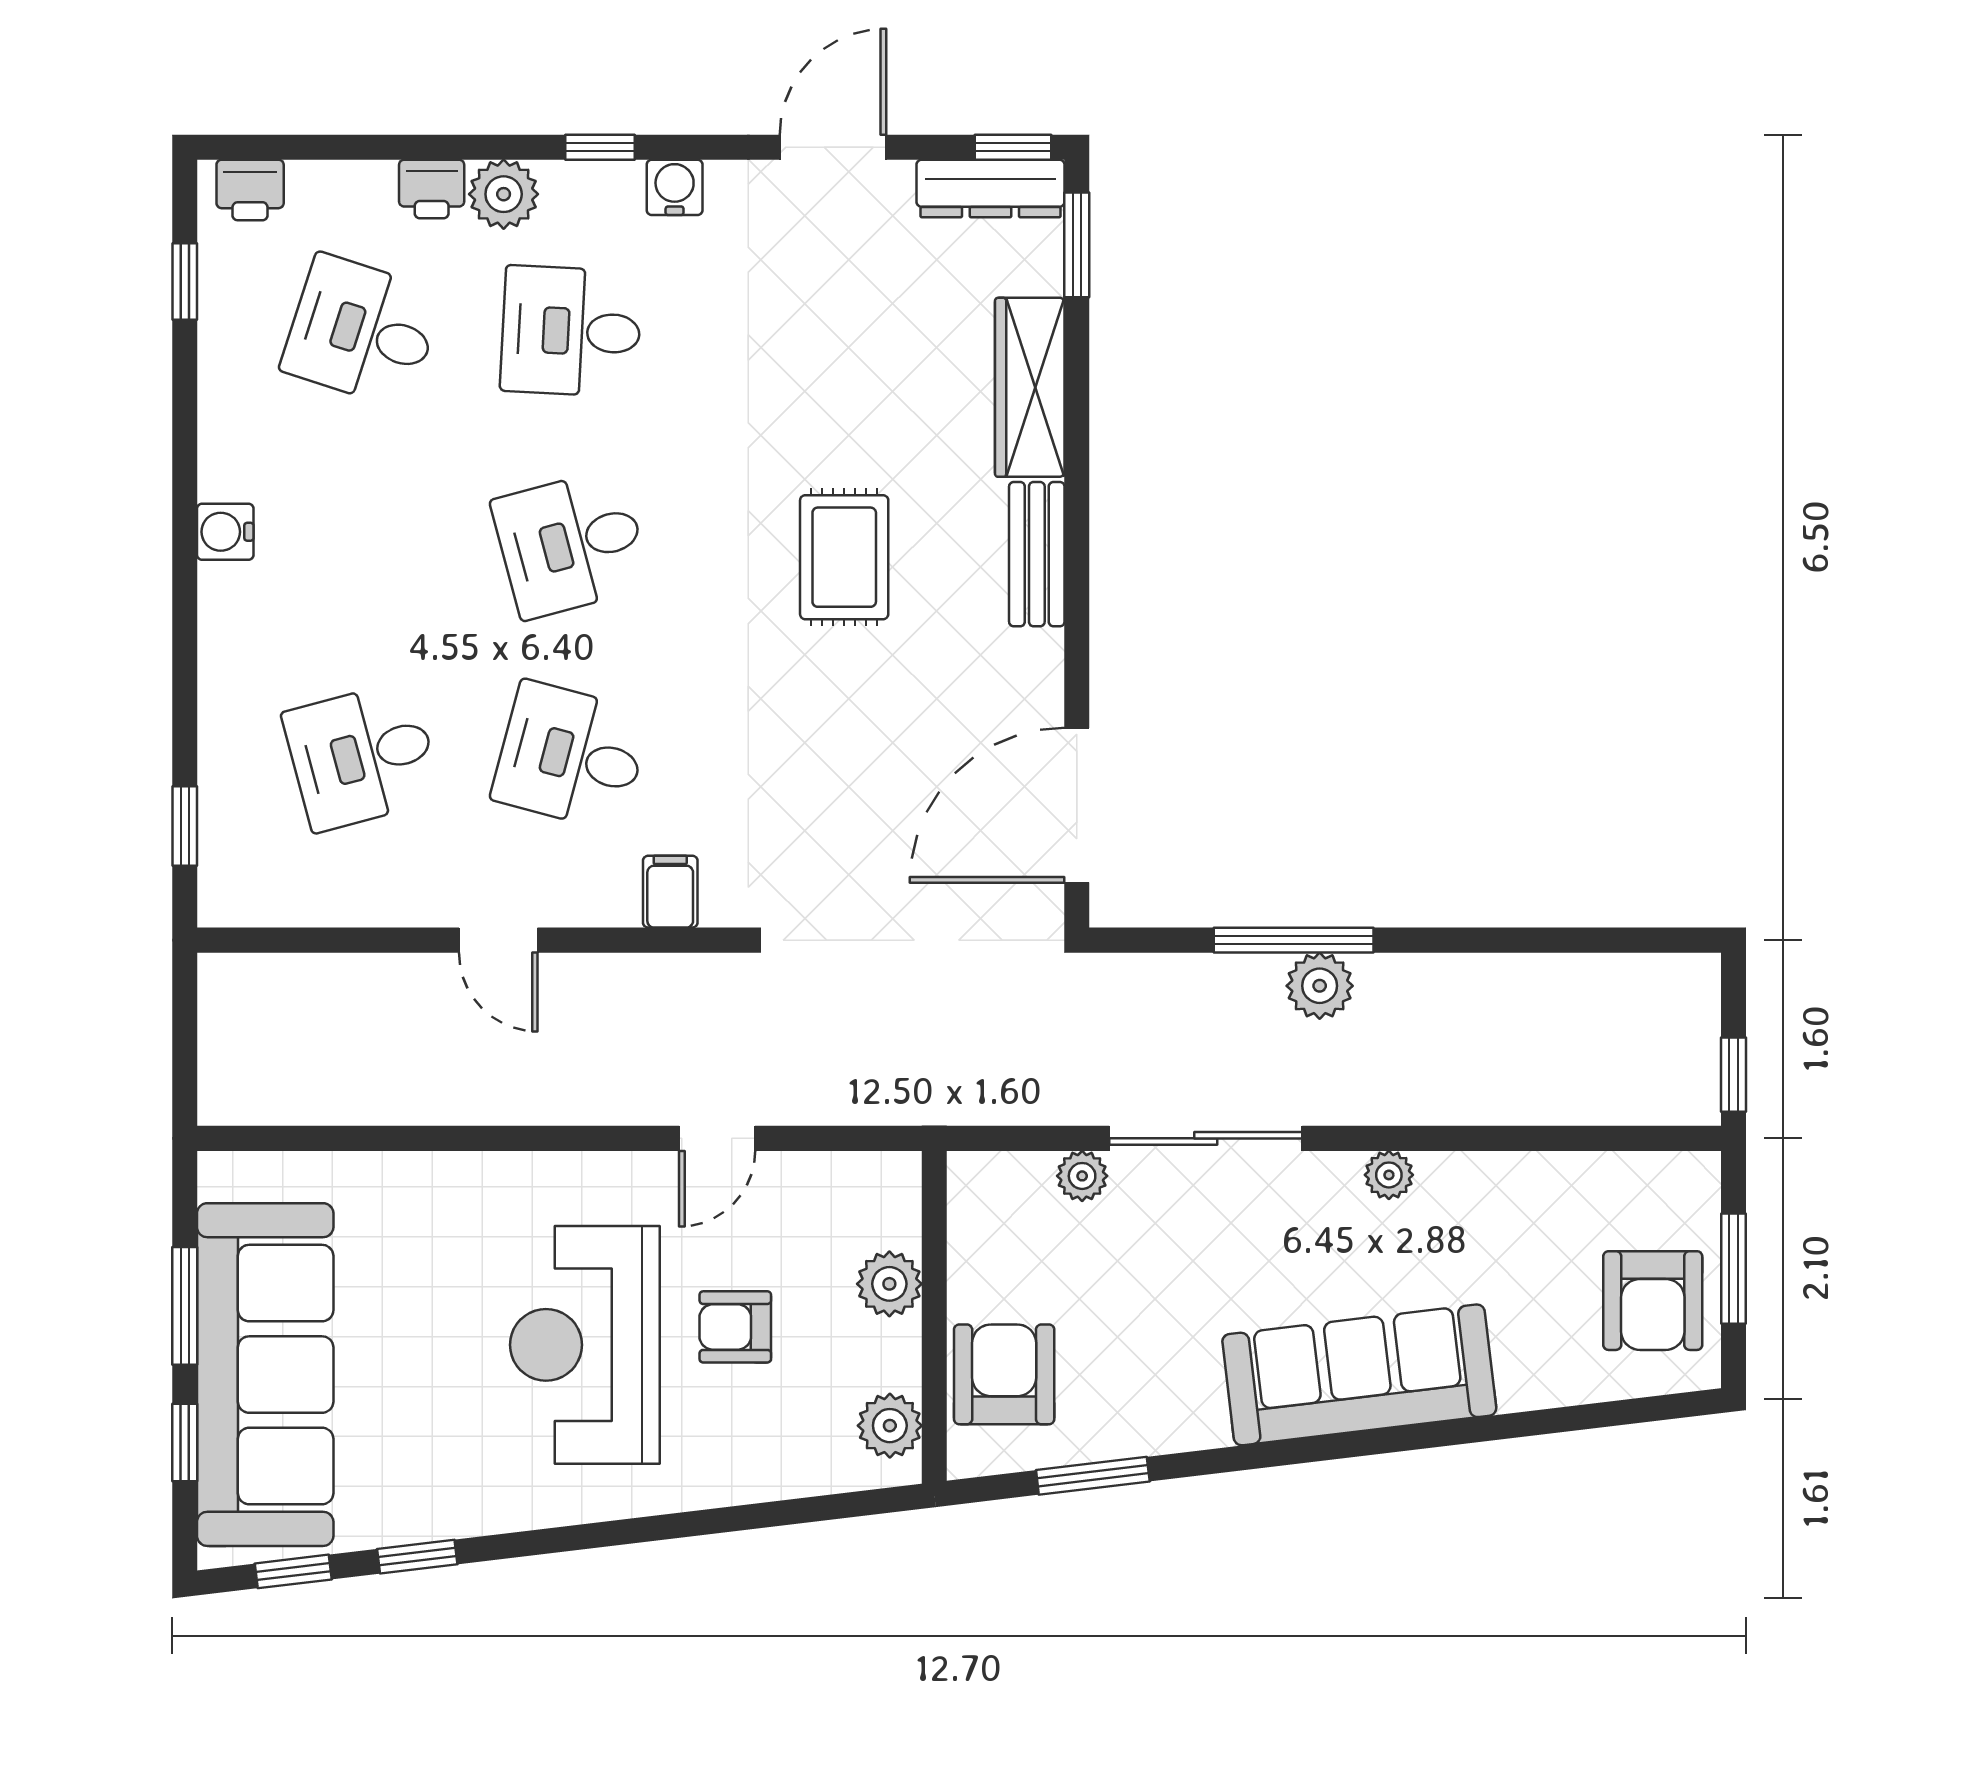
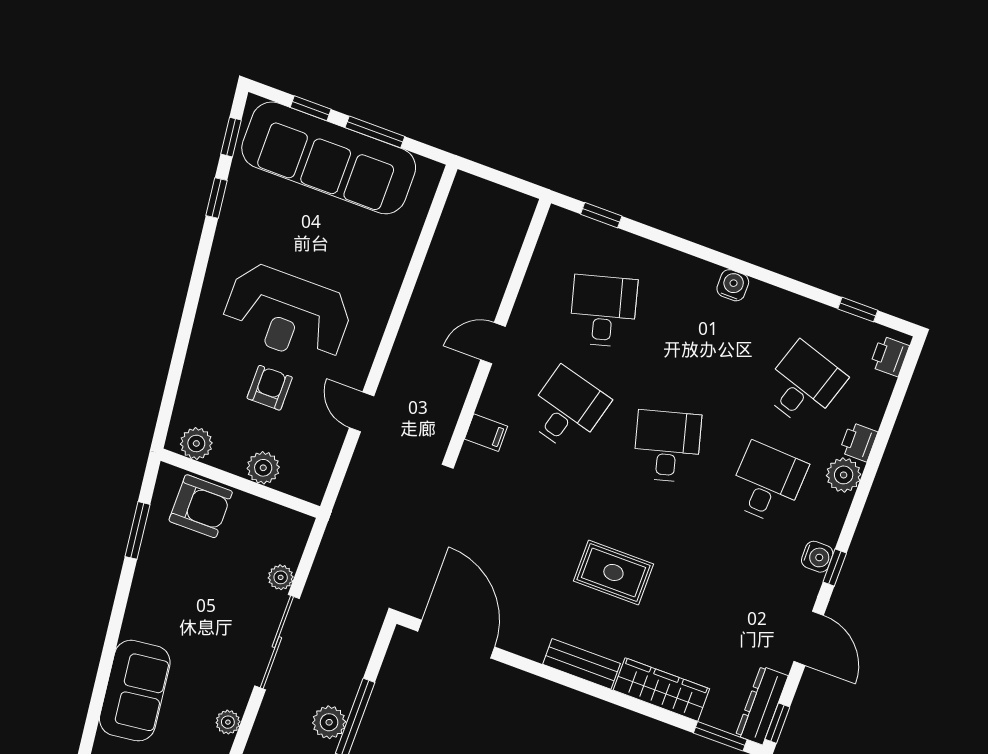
window: (600, 147) -> (835, 567), moved
reception desk: (585, 1345) -> (287, 314), turned 180
sofa: (1359, 1375) -> (135, 691), width x0.73

